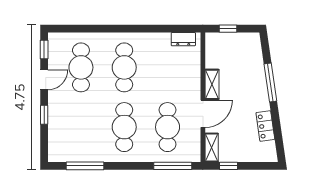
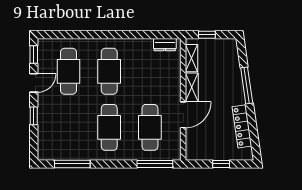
locker: (265, 126) -> (242, 126), width x1.53
shelving: (212, 148) -> (191, 58), moved
window: (229, 166) -> (221, 164), moved

